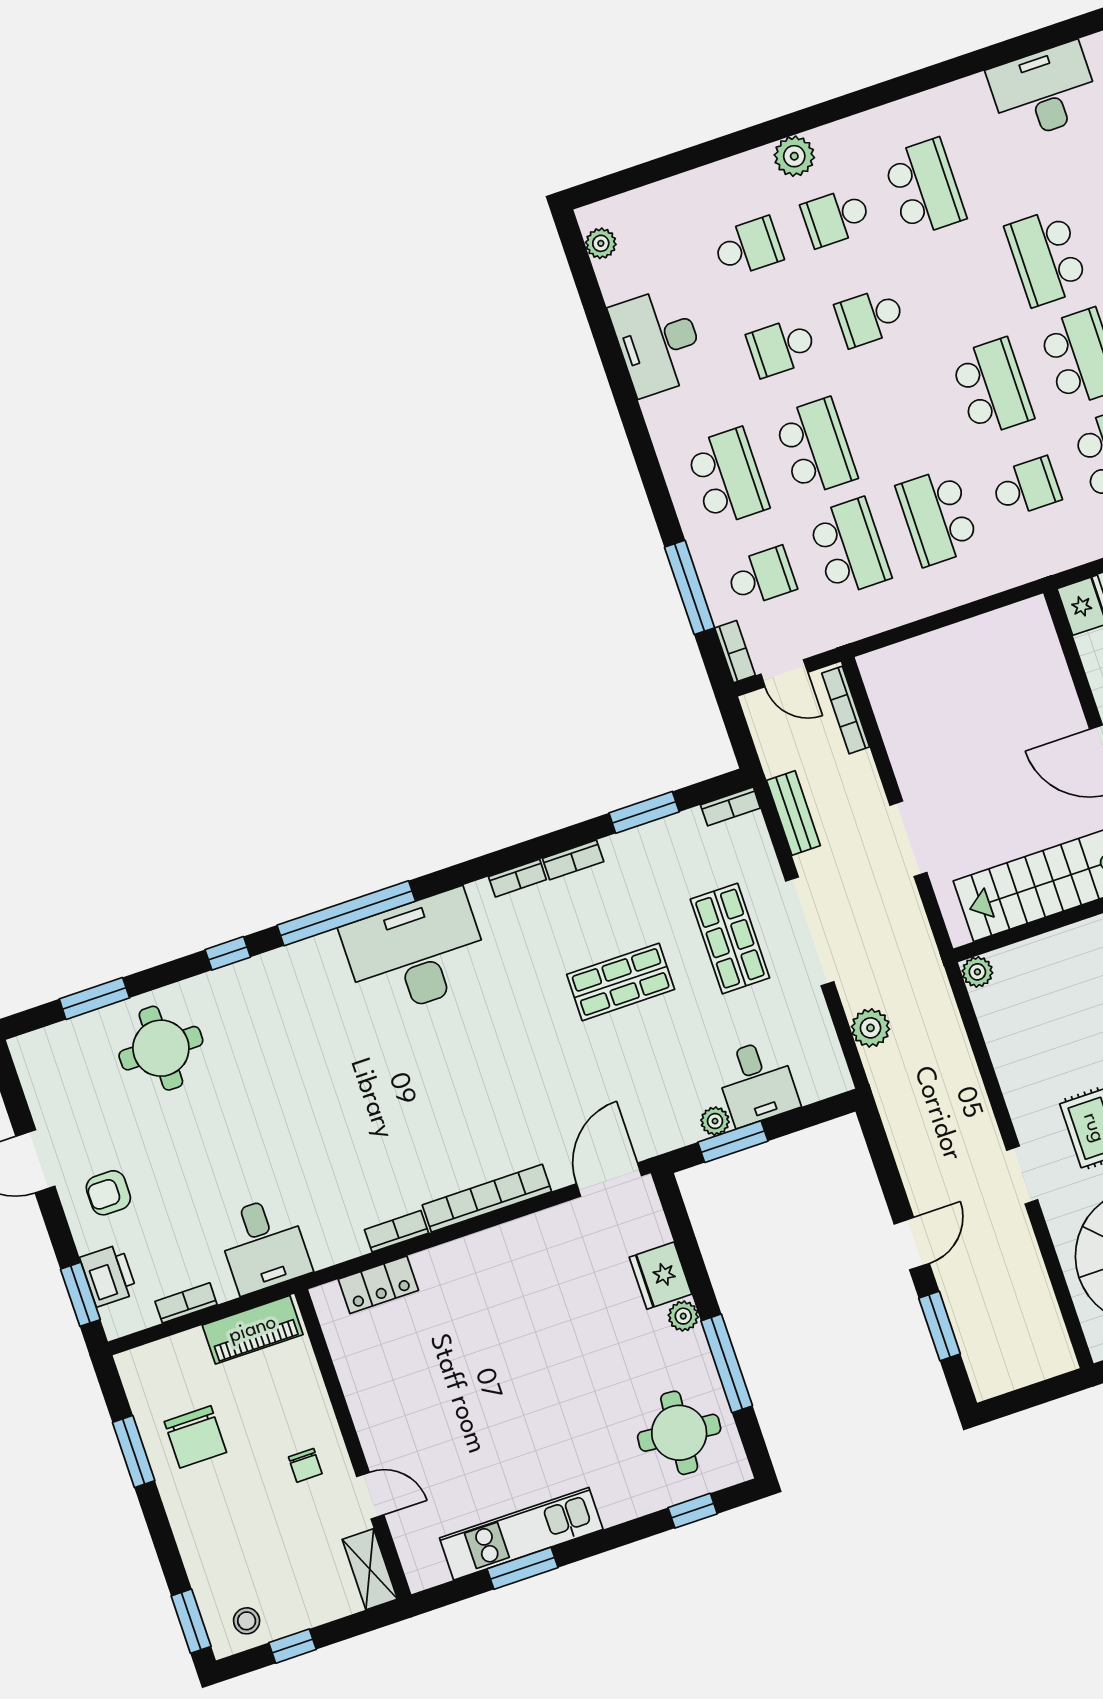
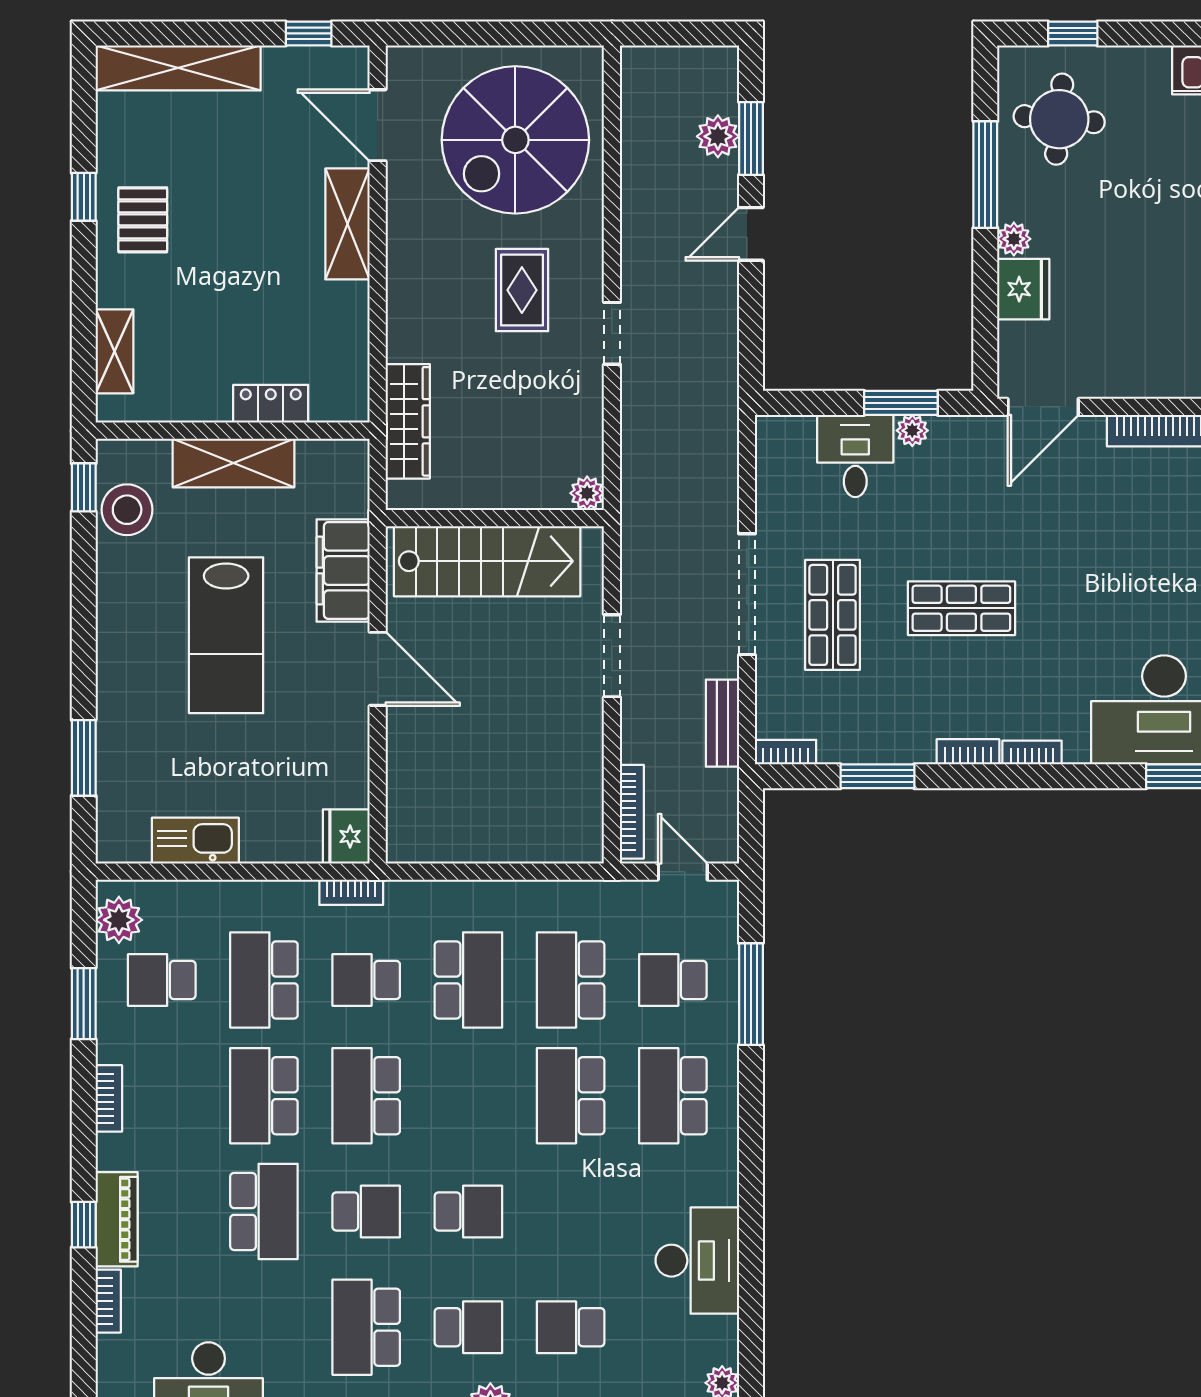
school desk: (782, 347) -> (366, 1211), moved
bookcase: (735, 652) -> (351, 892), moved, turned -90
plant: (870, 1028) -> (718, 136), moved
doorway: (1022, 1175) -> (612, 333), moved

